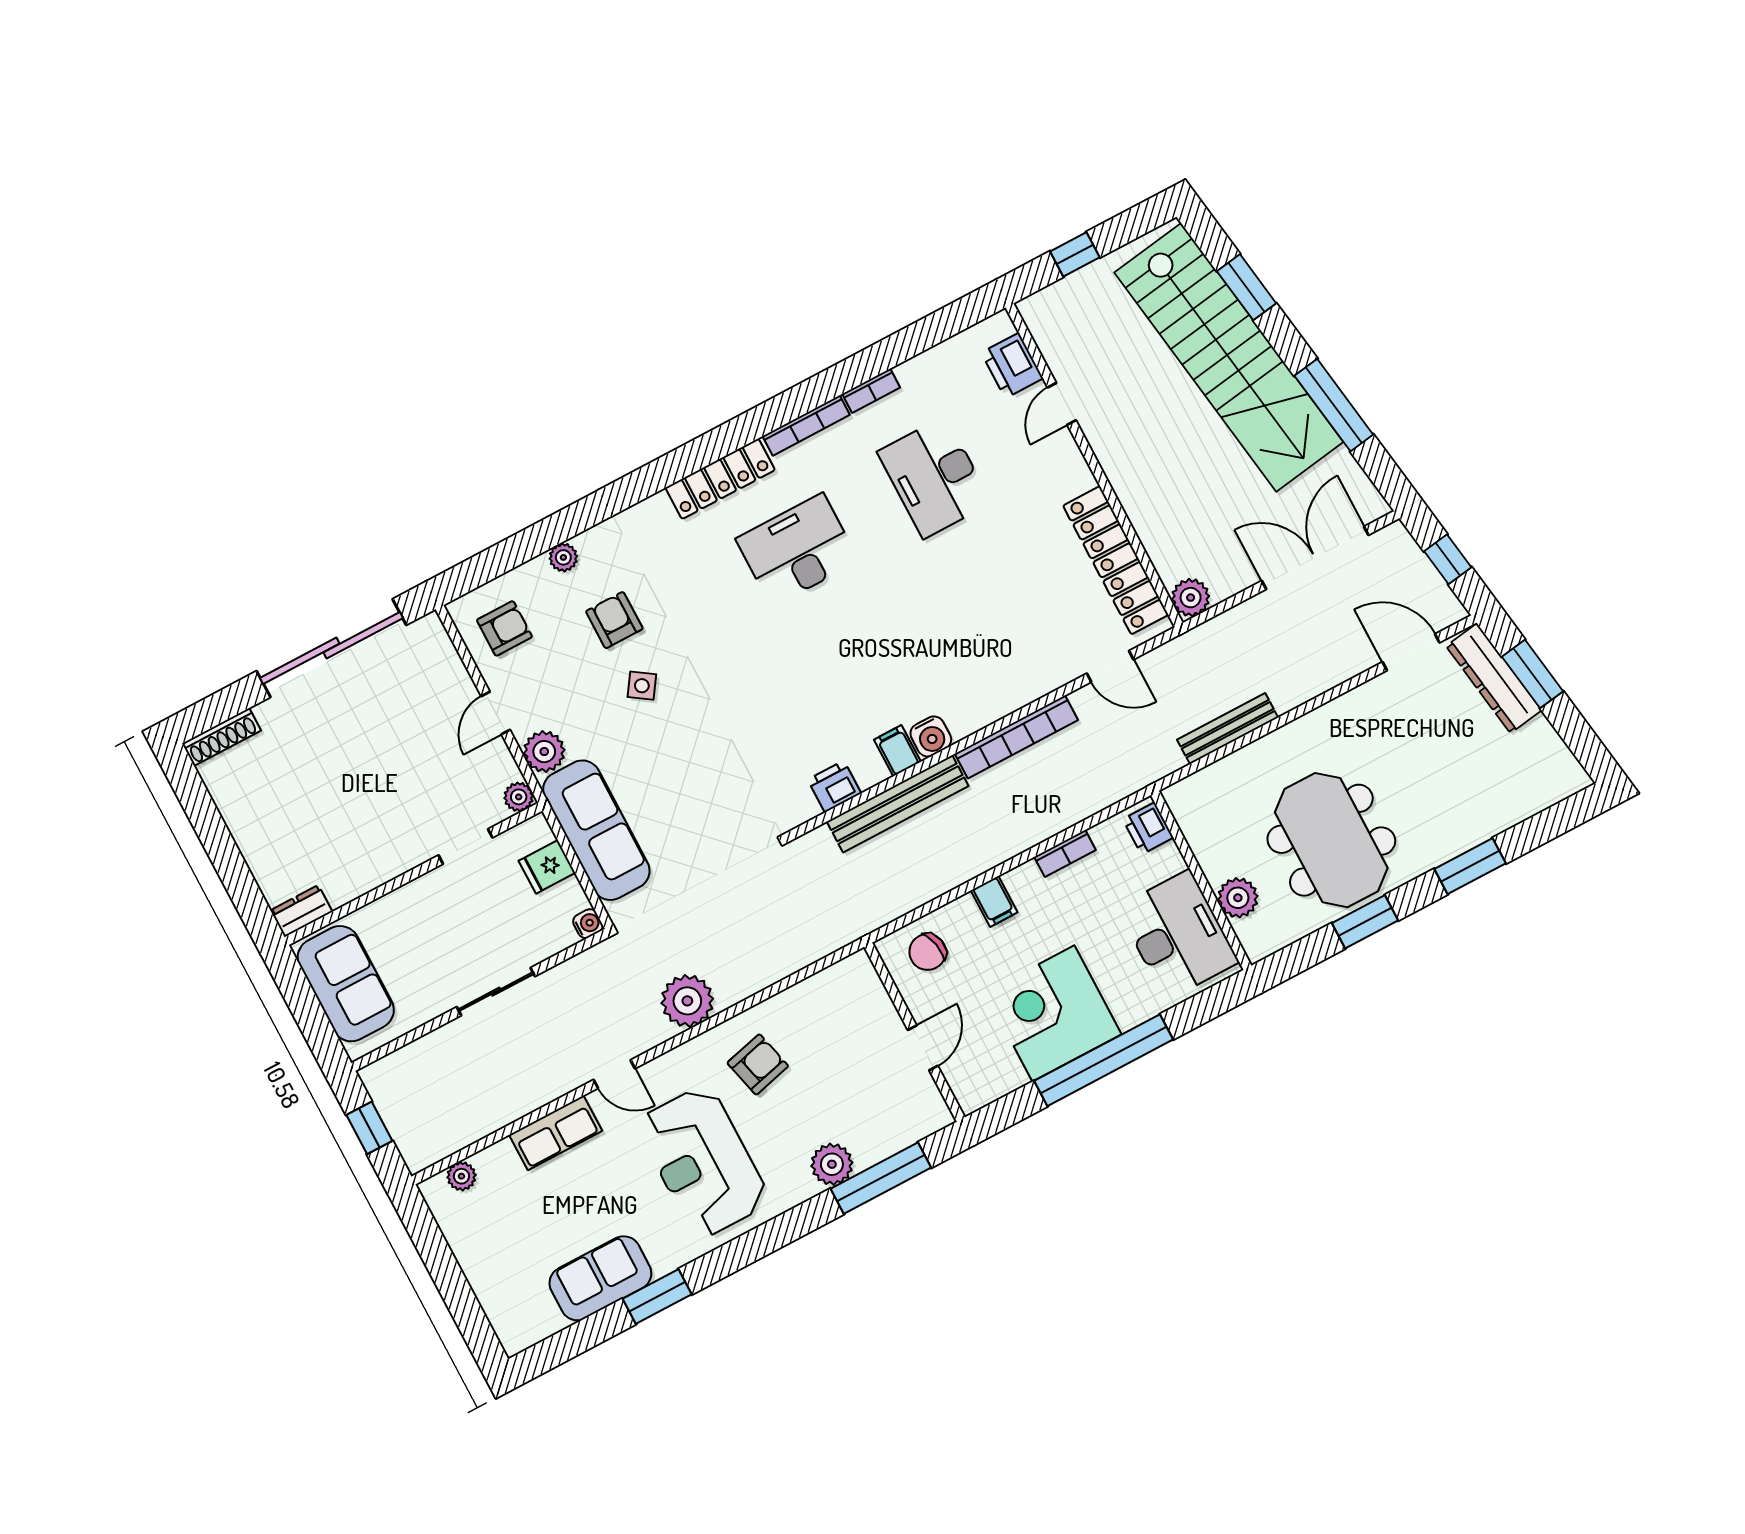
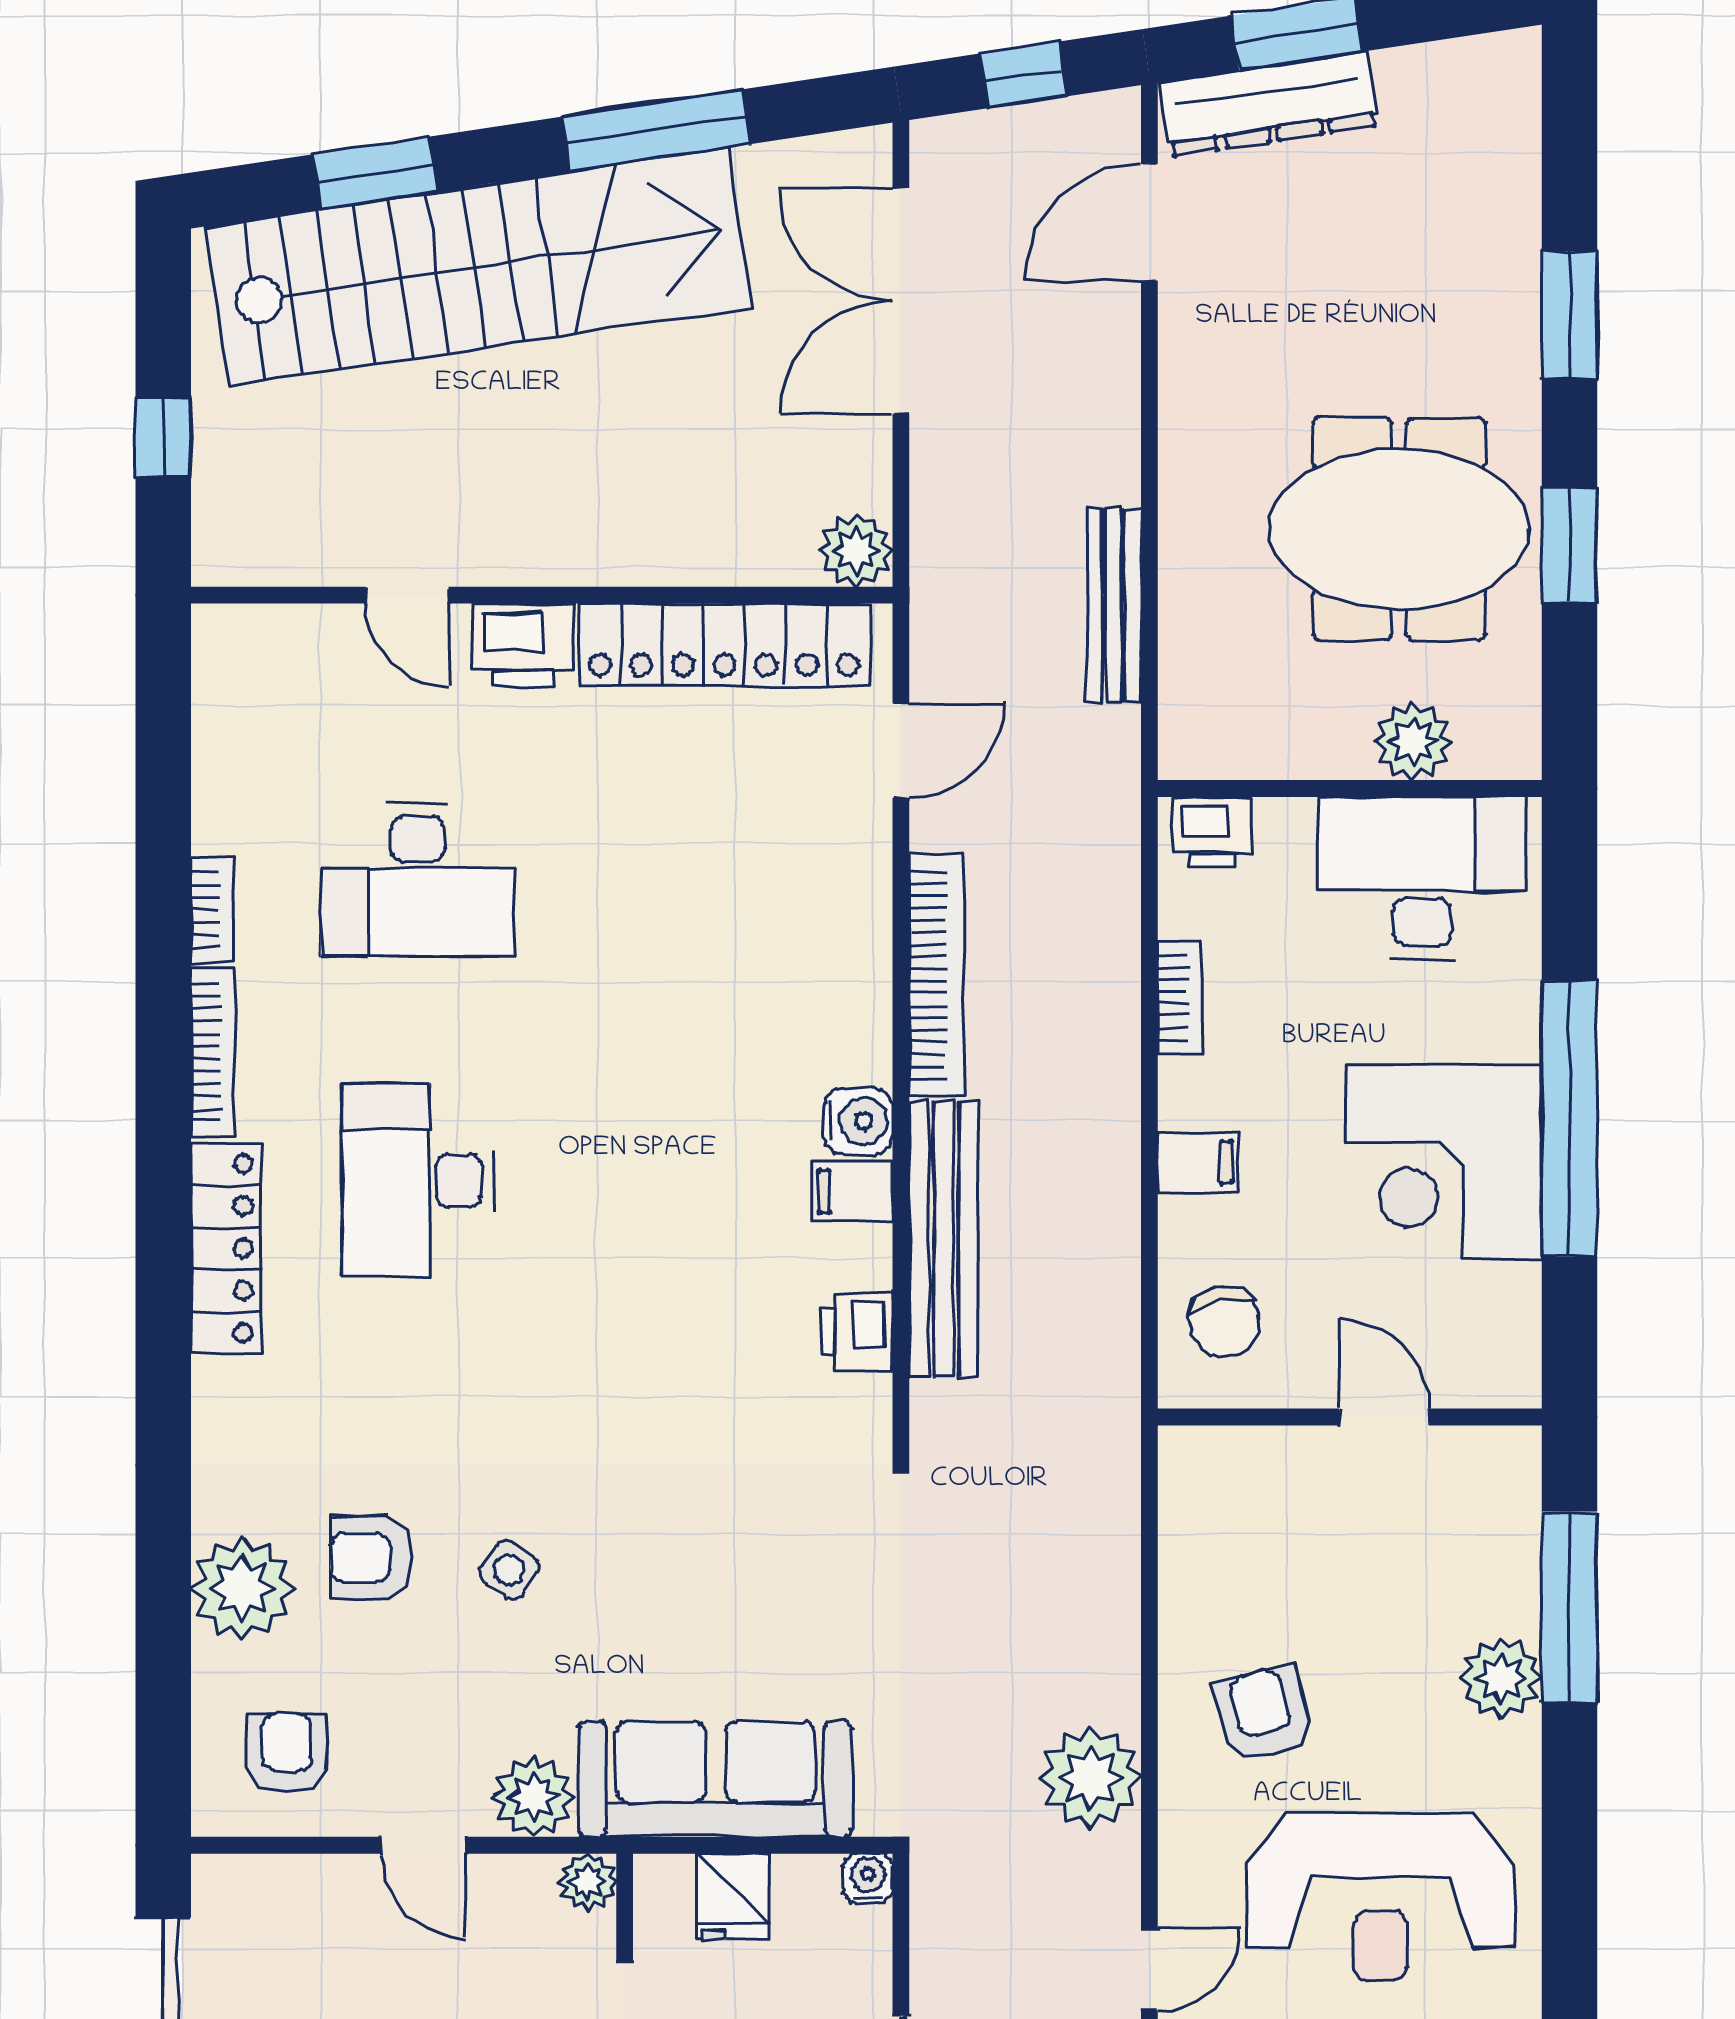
printer: (1012, 366) -> (523, 645), moved
plant: (563, 557) -> (242, 1588), width x1.87, depth x1.87

